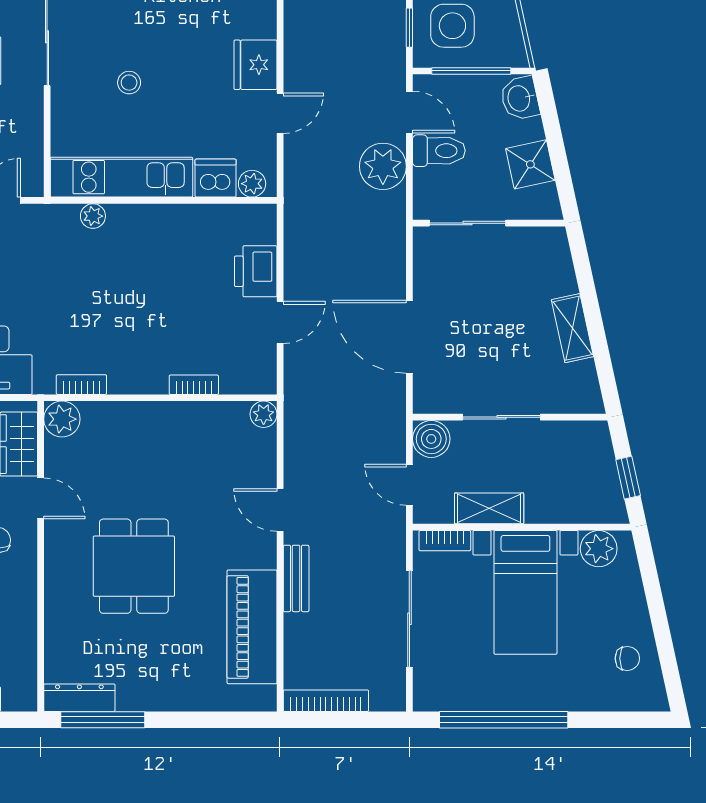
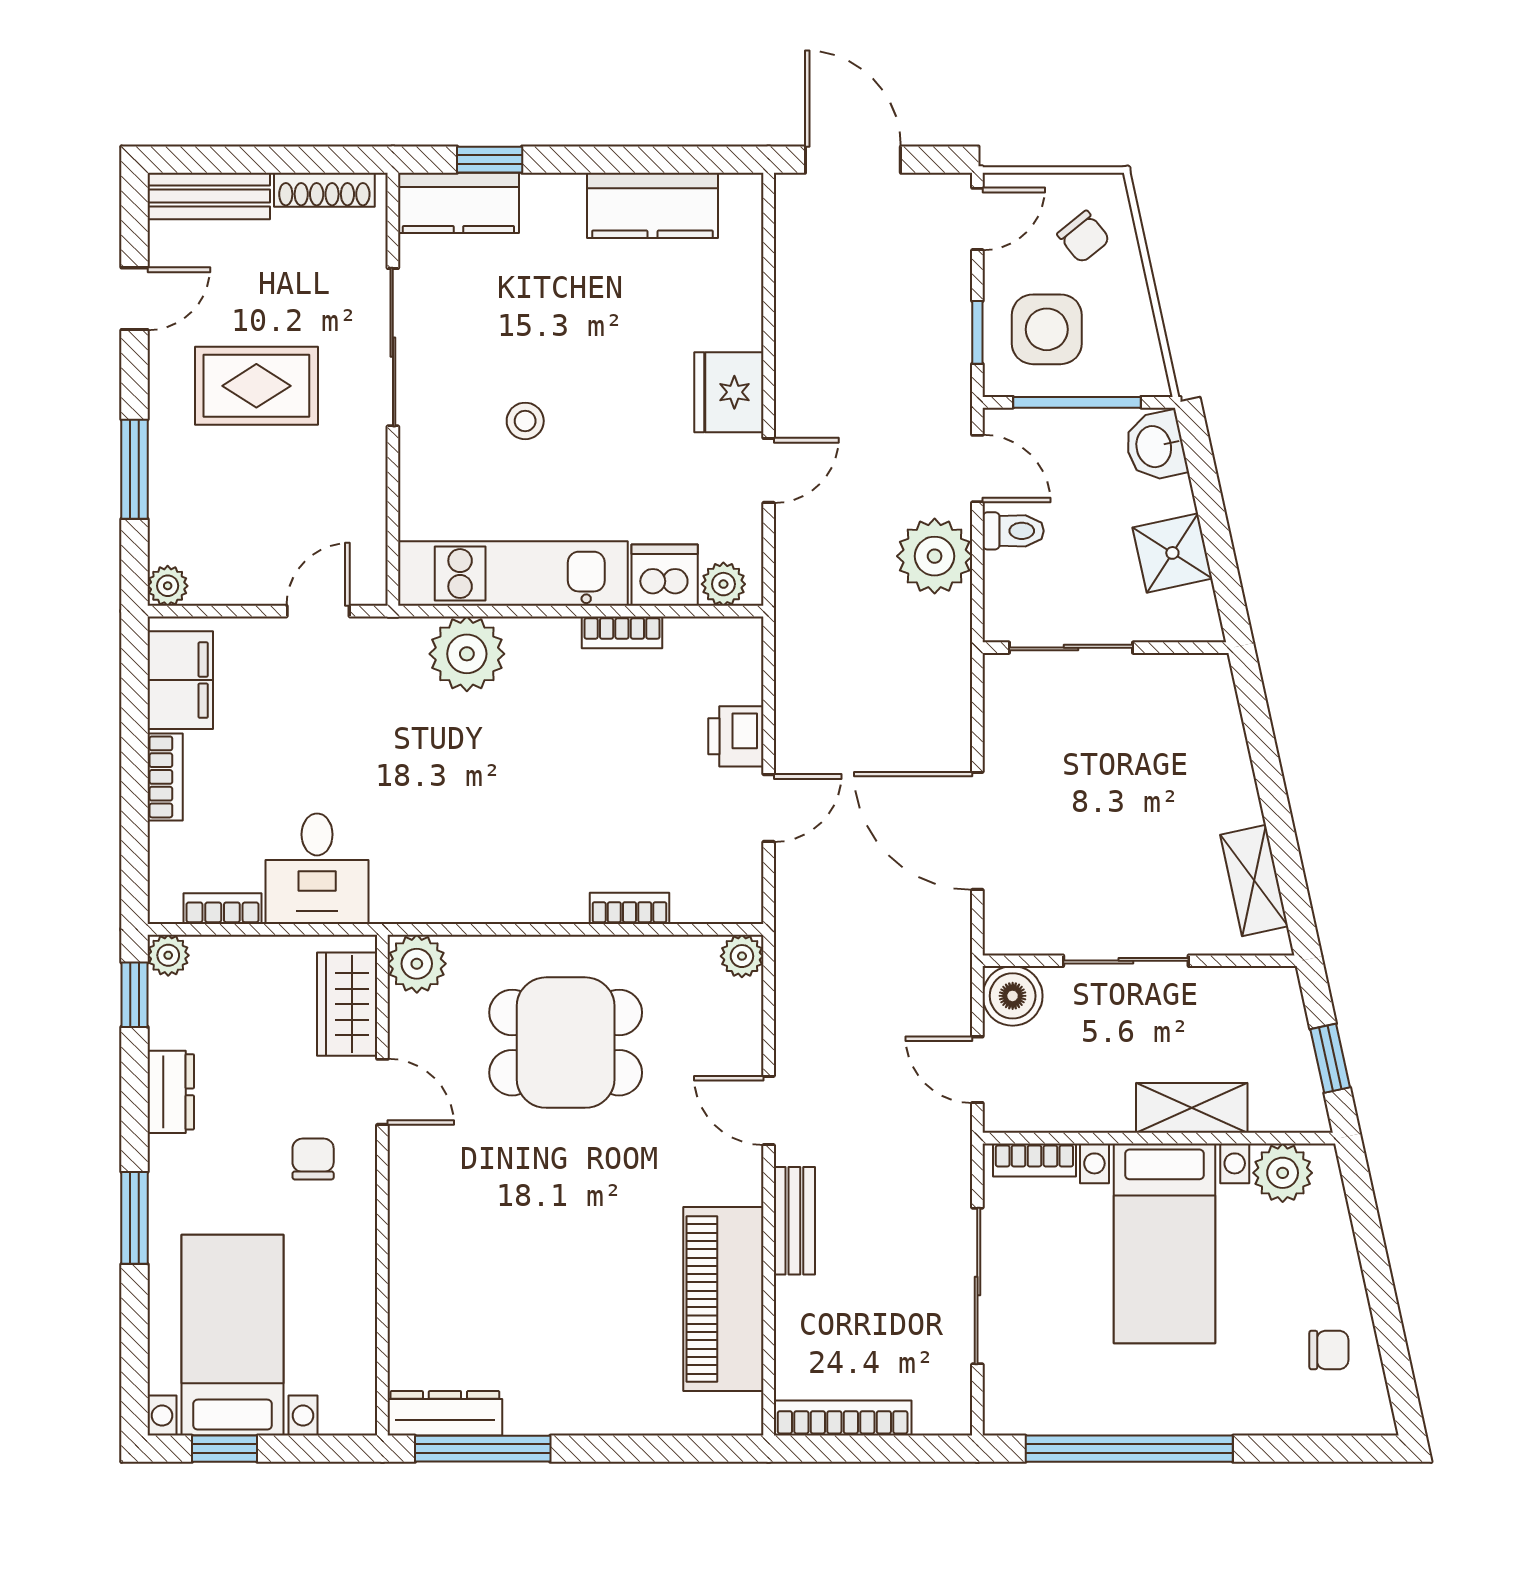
toilet: (439, 151) -> (1013, 531), width x0.73, depth x0.72
plant: (93, 216) -> (467, 654), width x1.88, depth x1.88
printer: (256, 271) -> (736, 736), width x0.73, depth x0.81
shelving: (572, 328) -> (1254, 881), moved
bookcase: (81, 385) -> (622, 632), moved, turned 180
shelving: (489, 508) -> (1192, 1108), moved
dining table: (134, 566) -> (566, 1043), moved, turned 90

